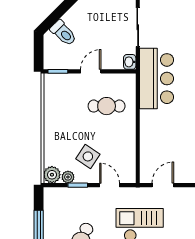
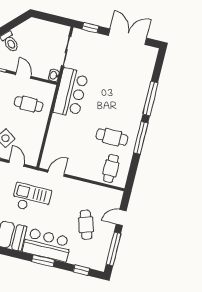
door: (91, 71) -> (23, 75), hinge flipped

